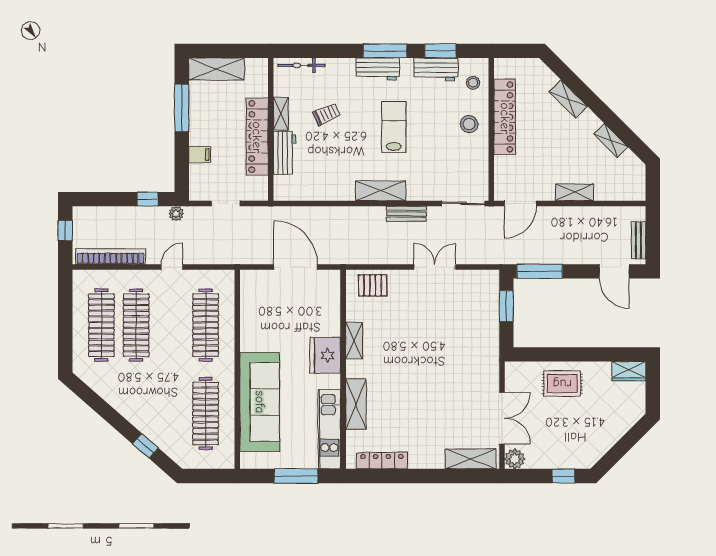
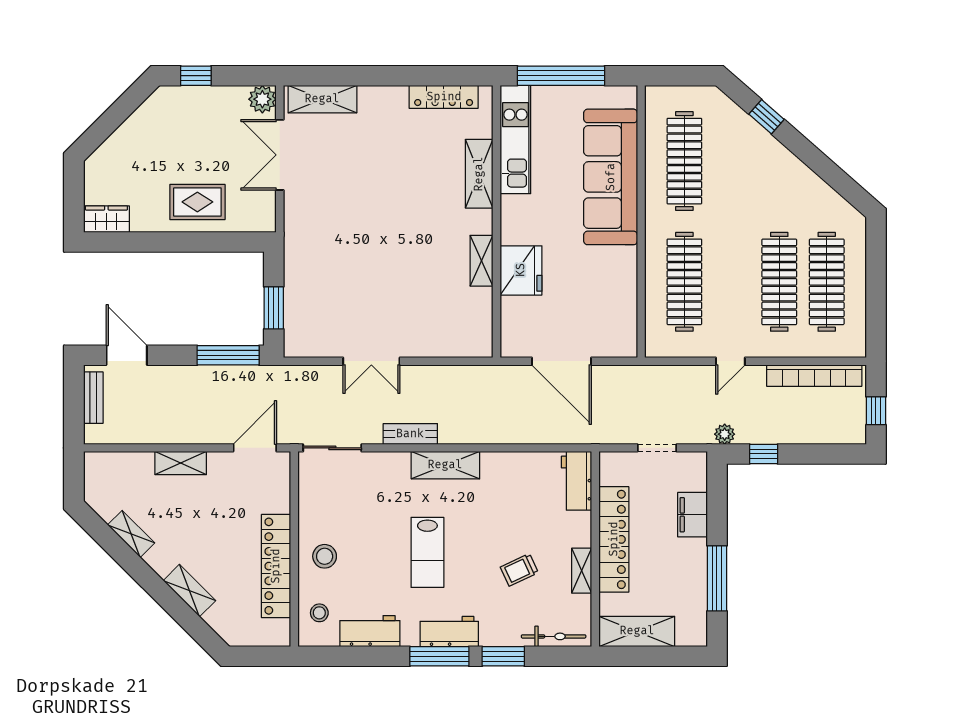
window: (440, 51) -> (503, 656), moved
shelving: (216, 69) -> (637, 631), moved
workbench: (285, 153) -> (577, 481), moved
filing cabinet: (200, 155) -> (693, 515), width x2.00
pallet: (373, 285) -> (456, 336), removed
fridge: (325, 355) -> (521, 270), moved
window: (296, 476) -> (561, 76), width x1.46

